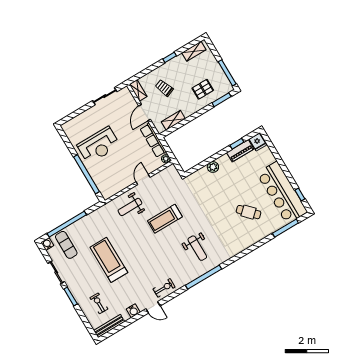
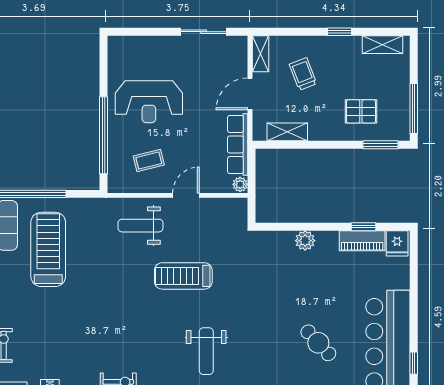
coffee table: (115, 173) -> (149, 161), added
treadmill: (109, 260) -> (48, 249), moved

